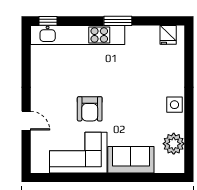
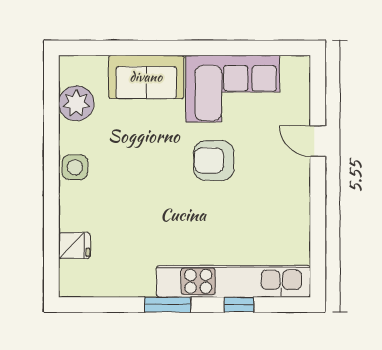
window: (48, 21) -> (239, 305), moved
fridge: (168, 35) -> (74, 246), moved, turned 90
armchair: (90, 109) -> (214, 160), turned -90

